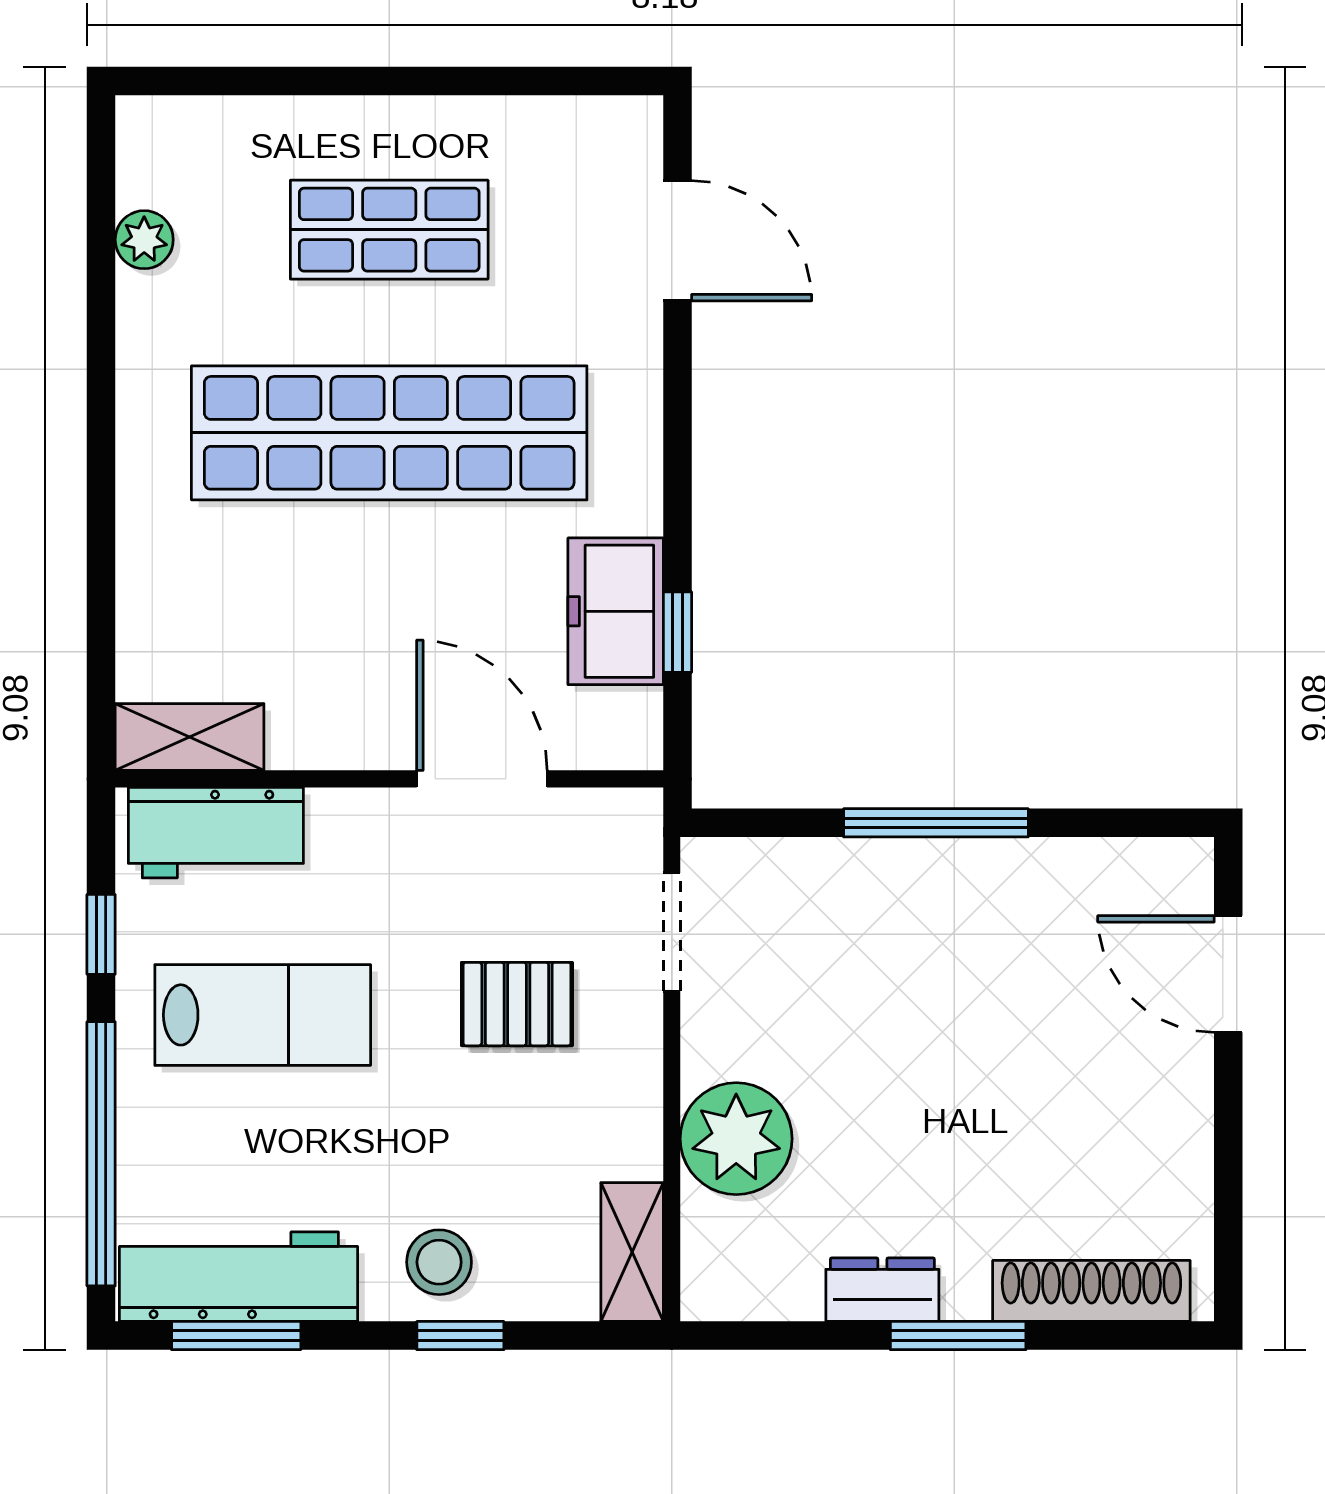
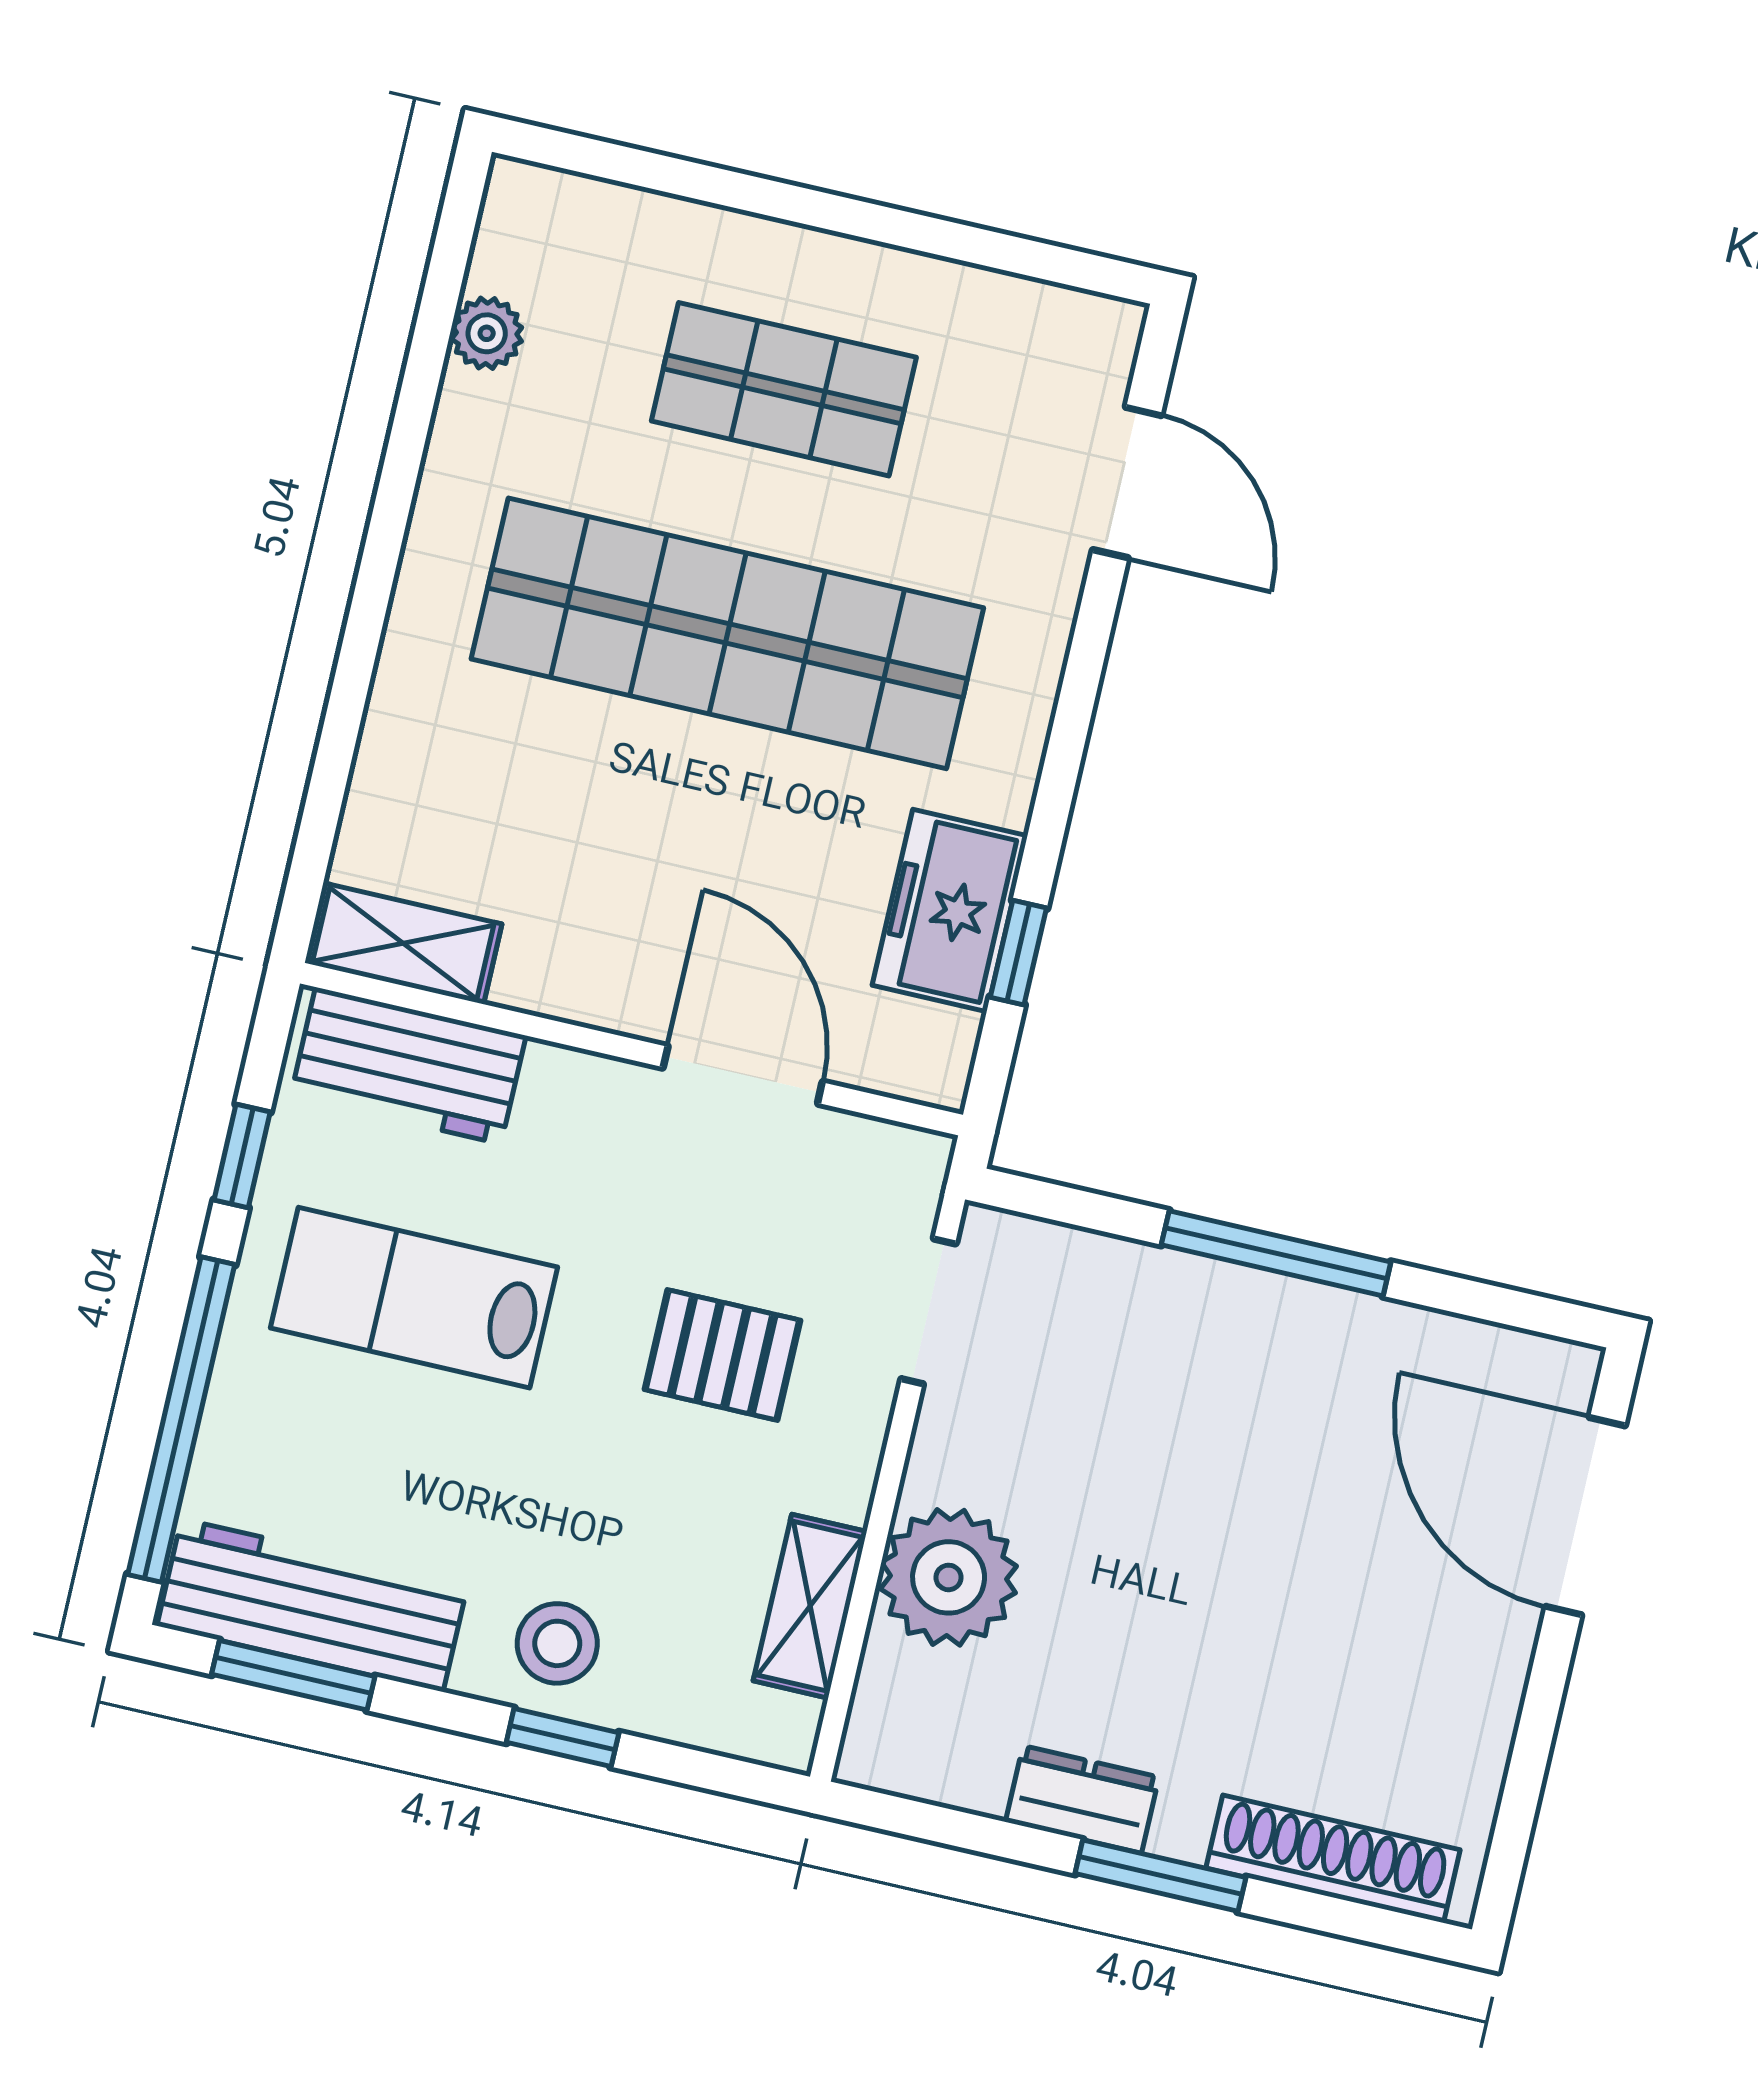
door: (1228, 974) -> (1585, 1516), width x1.36
lab bench: (263, 1015) -> (414, 1298), turned 180
shelving: (632, 1252) -> (810, 1606), moved

